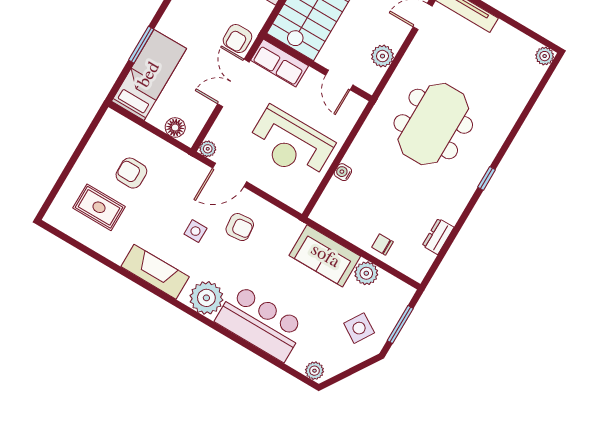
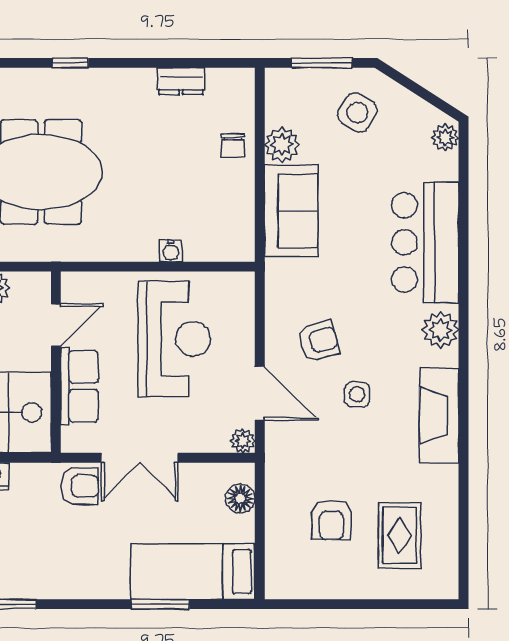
row of seats: (280, 63) -> (79, 386), moved
armchair: (240, 227) -> (319, 341), turned 80
plant: (206, 298) -> (441, 330), width x0.73, depth x0.73

